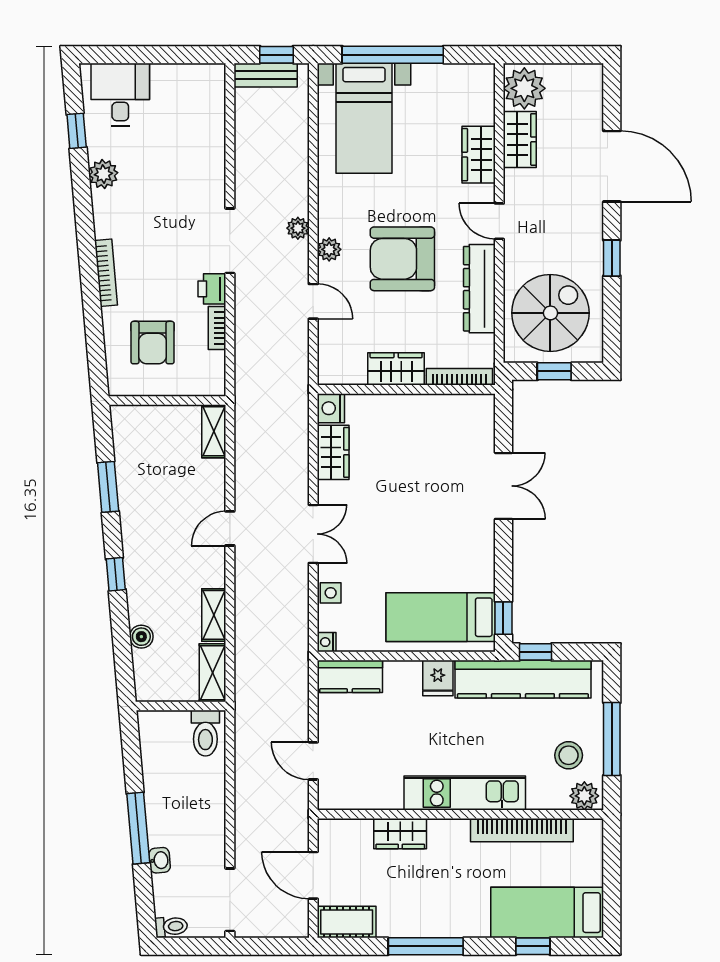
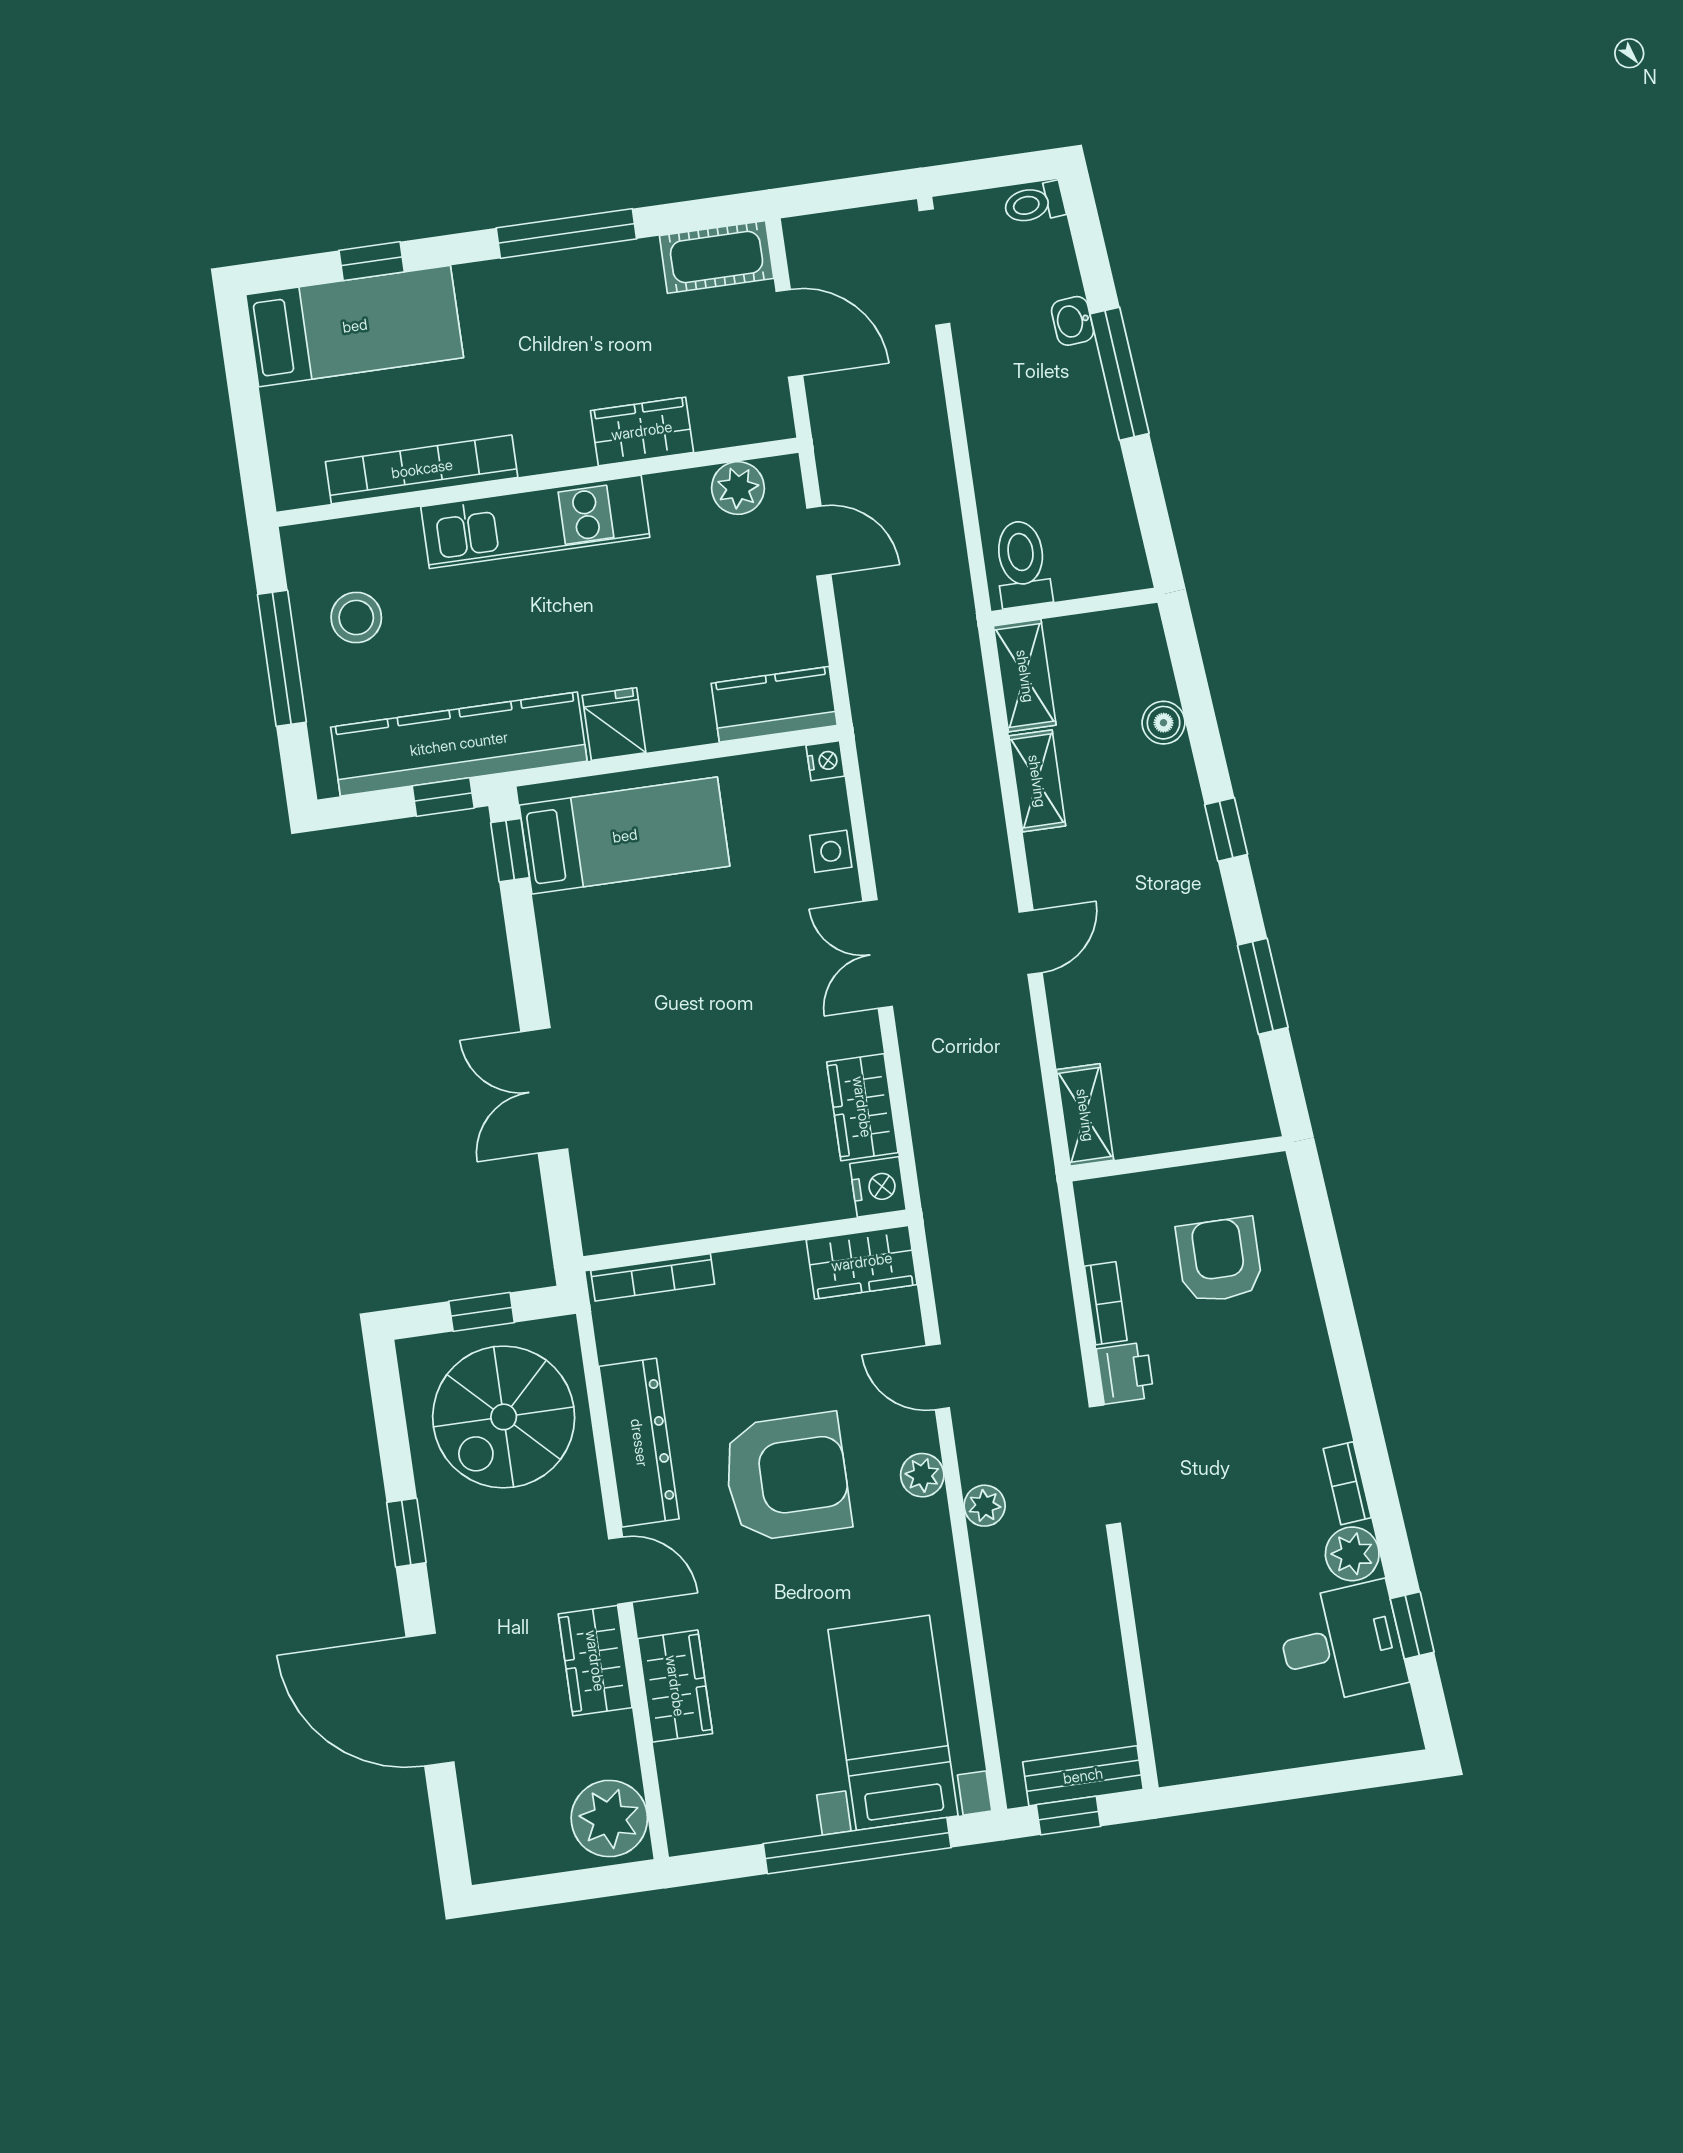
desk: (120, 94) -> (1341, 1643), moved, turned -95
wardrobe: (520, 139) -> (595, 1661), moved
bookcase: (106, 273) -> (1347, 1483), moved, width x0.64
wardrobe: (396, 369) -> (862, 1262), moved
plant: (584, 796) -> (738, 488), moved

